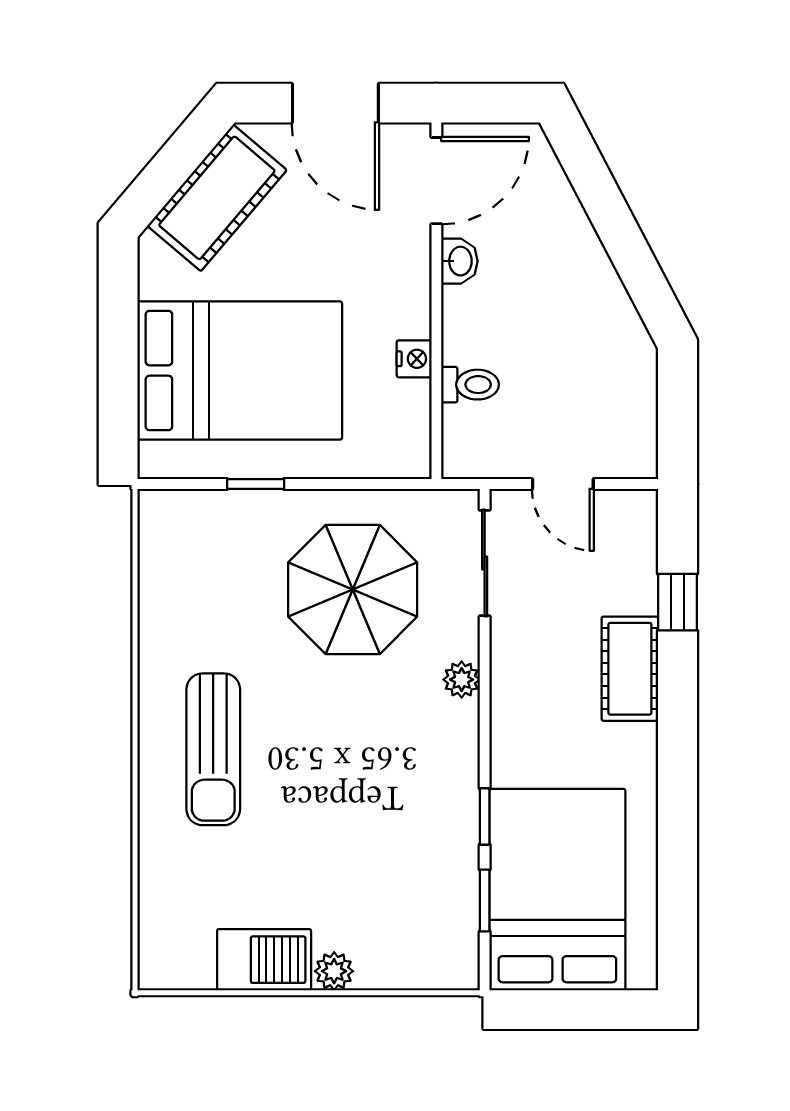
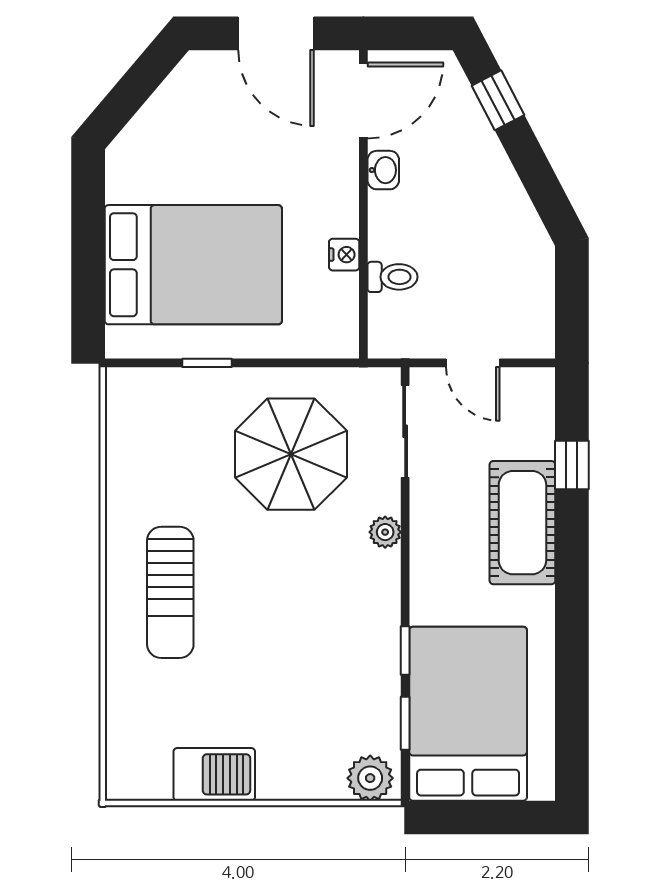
window: (592, 180) -> (498, 100), added
cot: (217, 198) -> (174, 115), removed
cot: (630, 669) -> (522, 523), width x1.37, depth x1.34
plant: (334, 971) -> (370, 778), moved, width x1.38, depth x1.38

